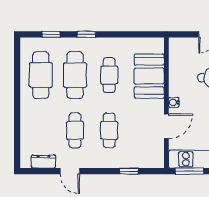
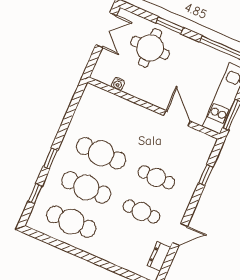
cafe table: (109, 75) -> (101, 153), width x1.37, depth x1.35
booth: (149, 76) -> (119, 114), removed
water cooler: (174, 102) -> (118, 84), moved

